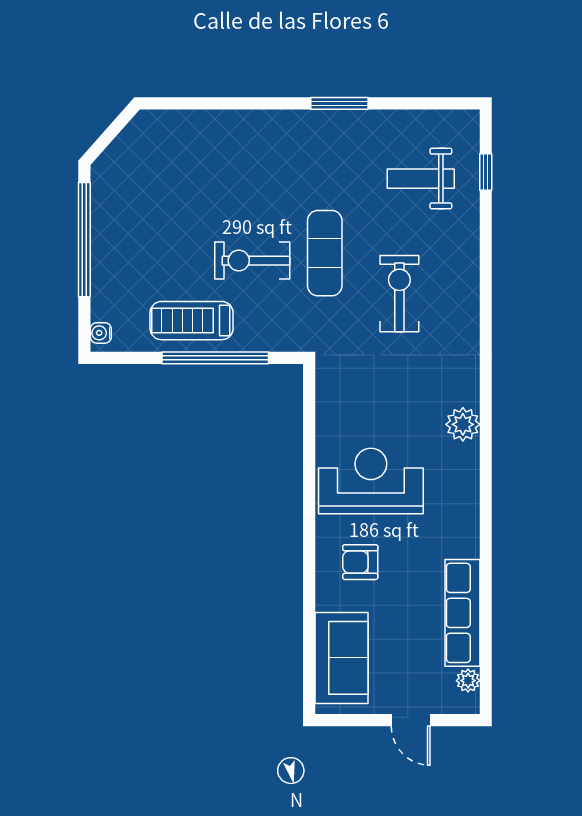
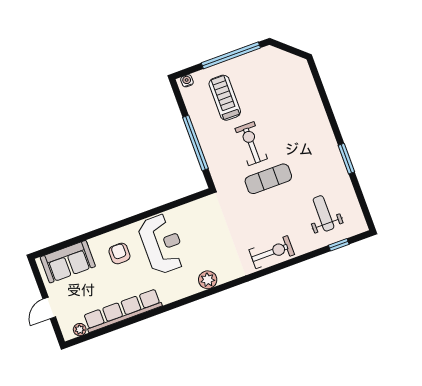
exercise bike: (399, 294) -> (272, 252), moved
treadmill: (192, 321) -> (225, 98), moved
row of seats: (462, 613) -> (123, 311), width x1.36

